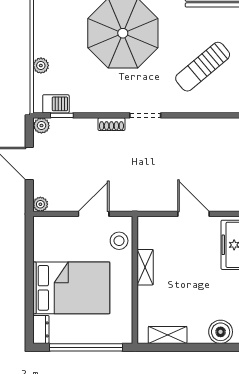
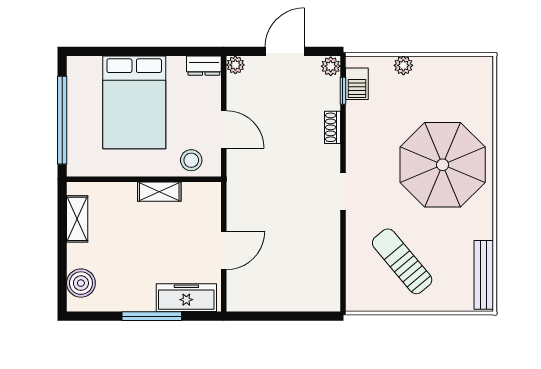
shoe rack: (111, 124) -> (332, 127), moved
dresser: (41, 329) -> (204, 66), moved

